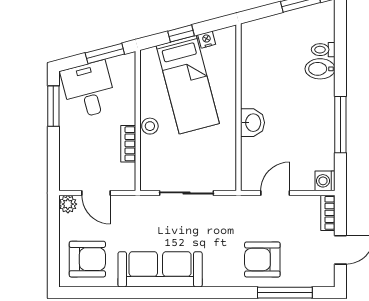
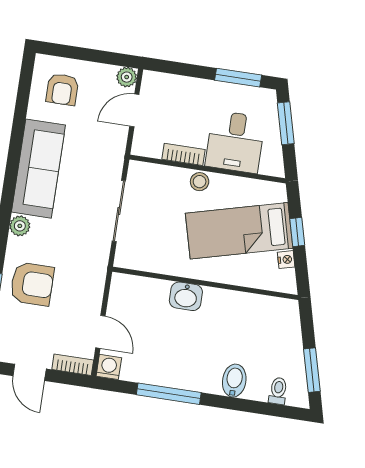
toilet: (323, 50) -> (278, 391), moved
window: (105, 53) -> (286, 123), moved
desk: (89, 90) -> (235, 142), moved, turned 105
door: (275, 193) -> (100, 332), moved
armchair: (87, 259) -> (62, 89), width x0.72, depth x0.72
armchair: (262, 259) -> (32, 284), turned 90
plant: (213, 278) -> (20, 226), added

